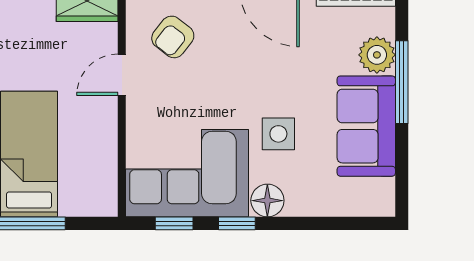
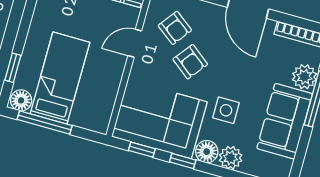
armchair: (173, 37) -> (175, 28), turned -91
armchair: (208, 79) -> (190, 62), added
plant: (304, 200) -> (231, 158), added

